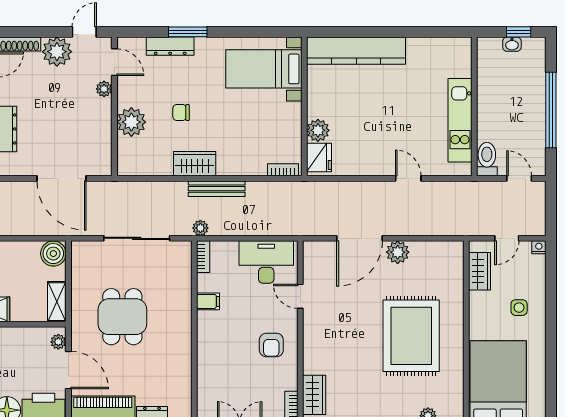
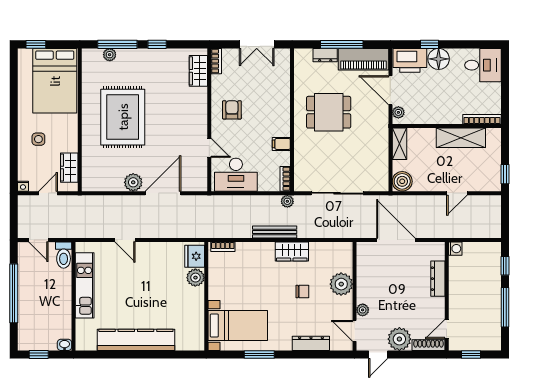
window: (188, 32) -> (259, 355), moved
washbasin: (512, 44) -> (65, 345), moved
kitchen counter: (356, 51) -> (136, 340), moved
dining table: (122, 317) -> (329, 112), moved, turned 90

